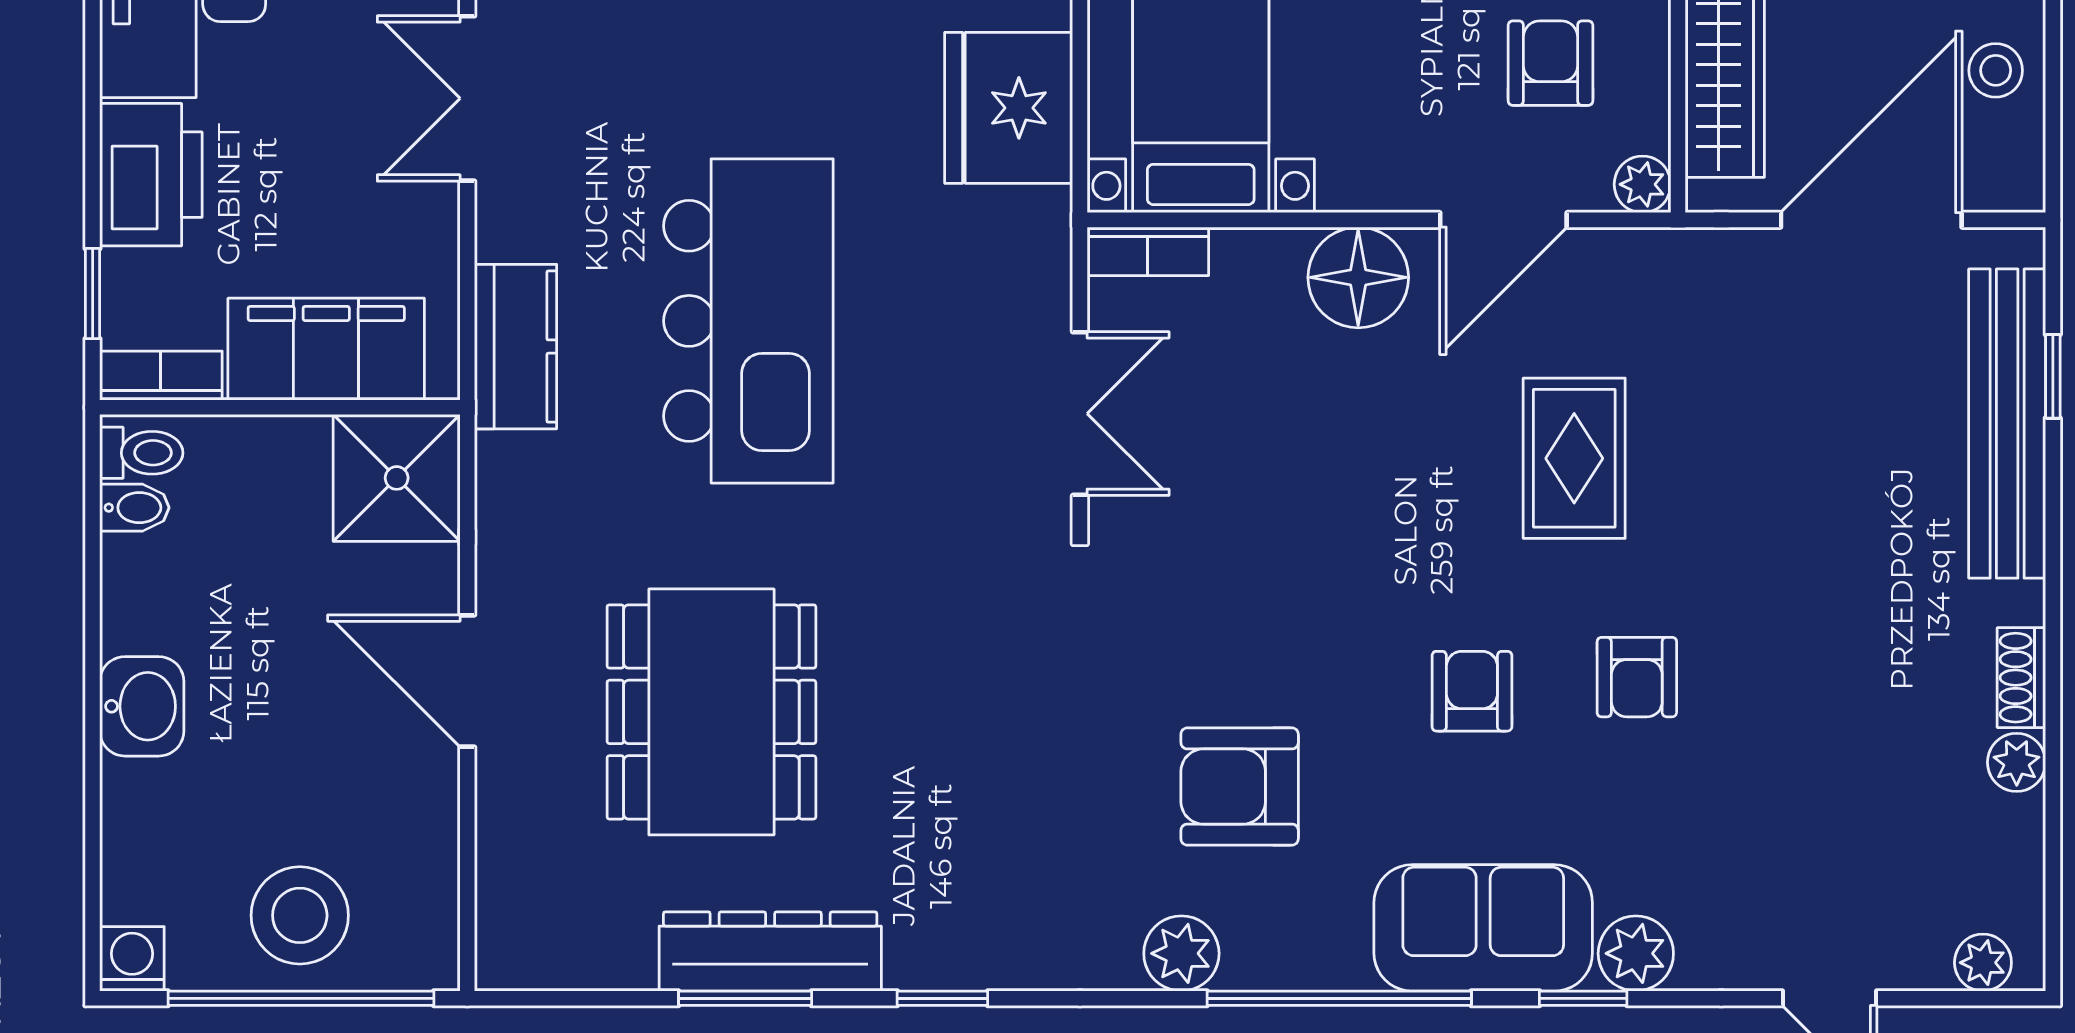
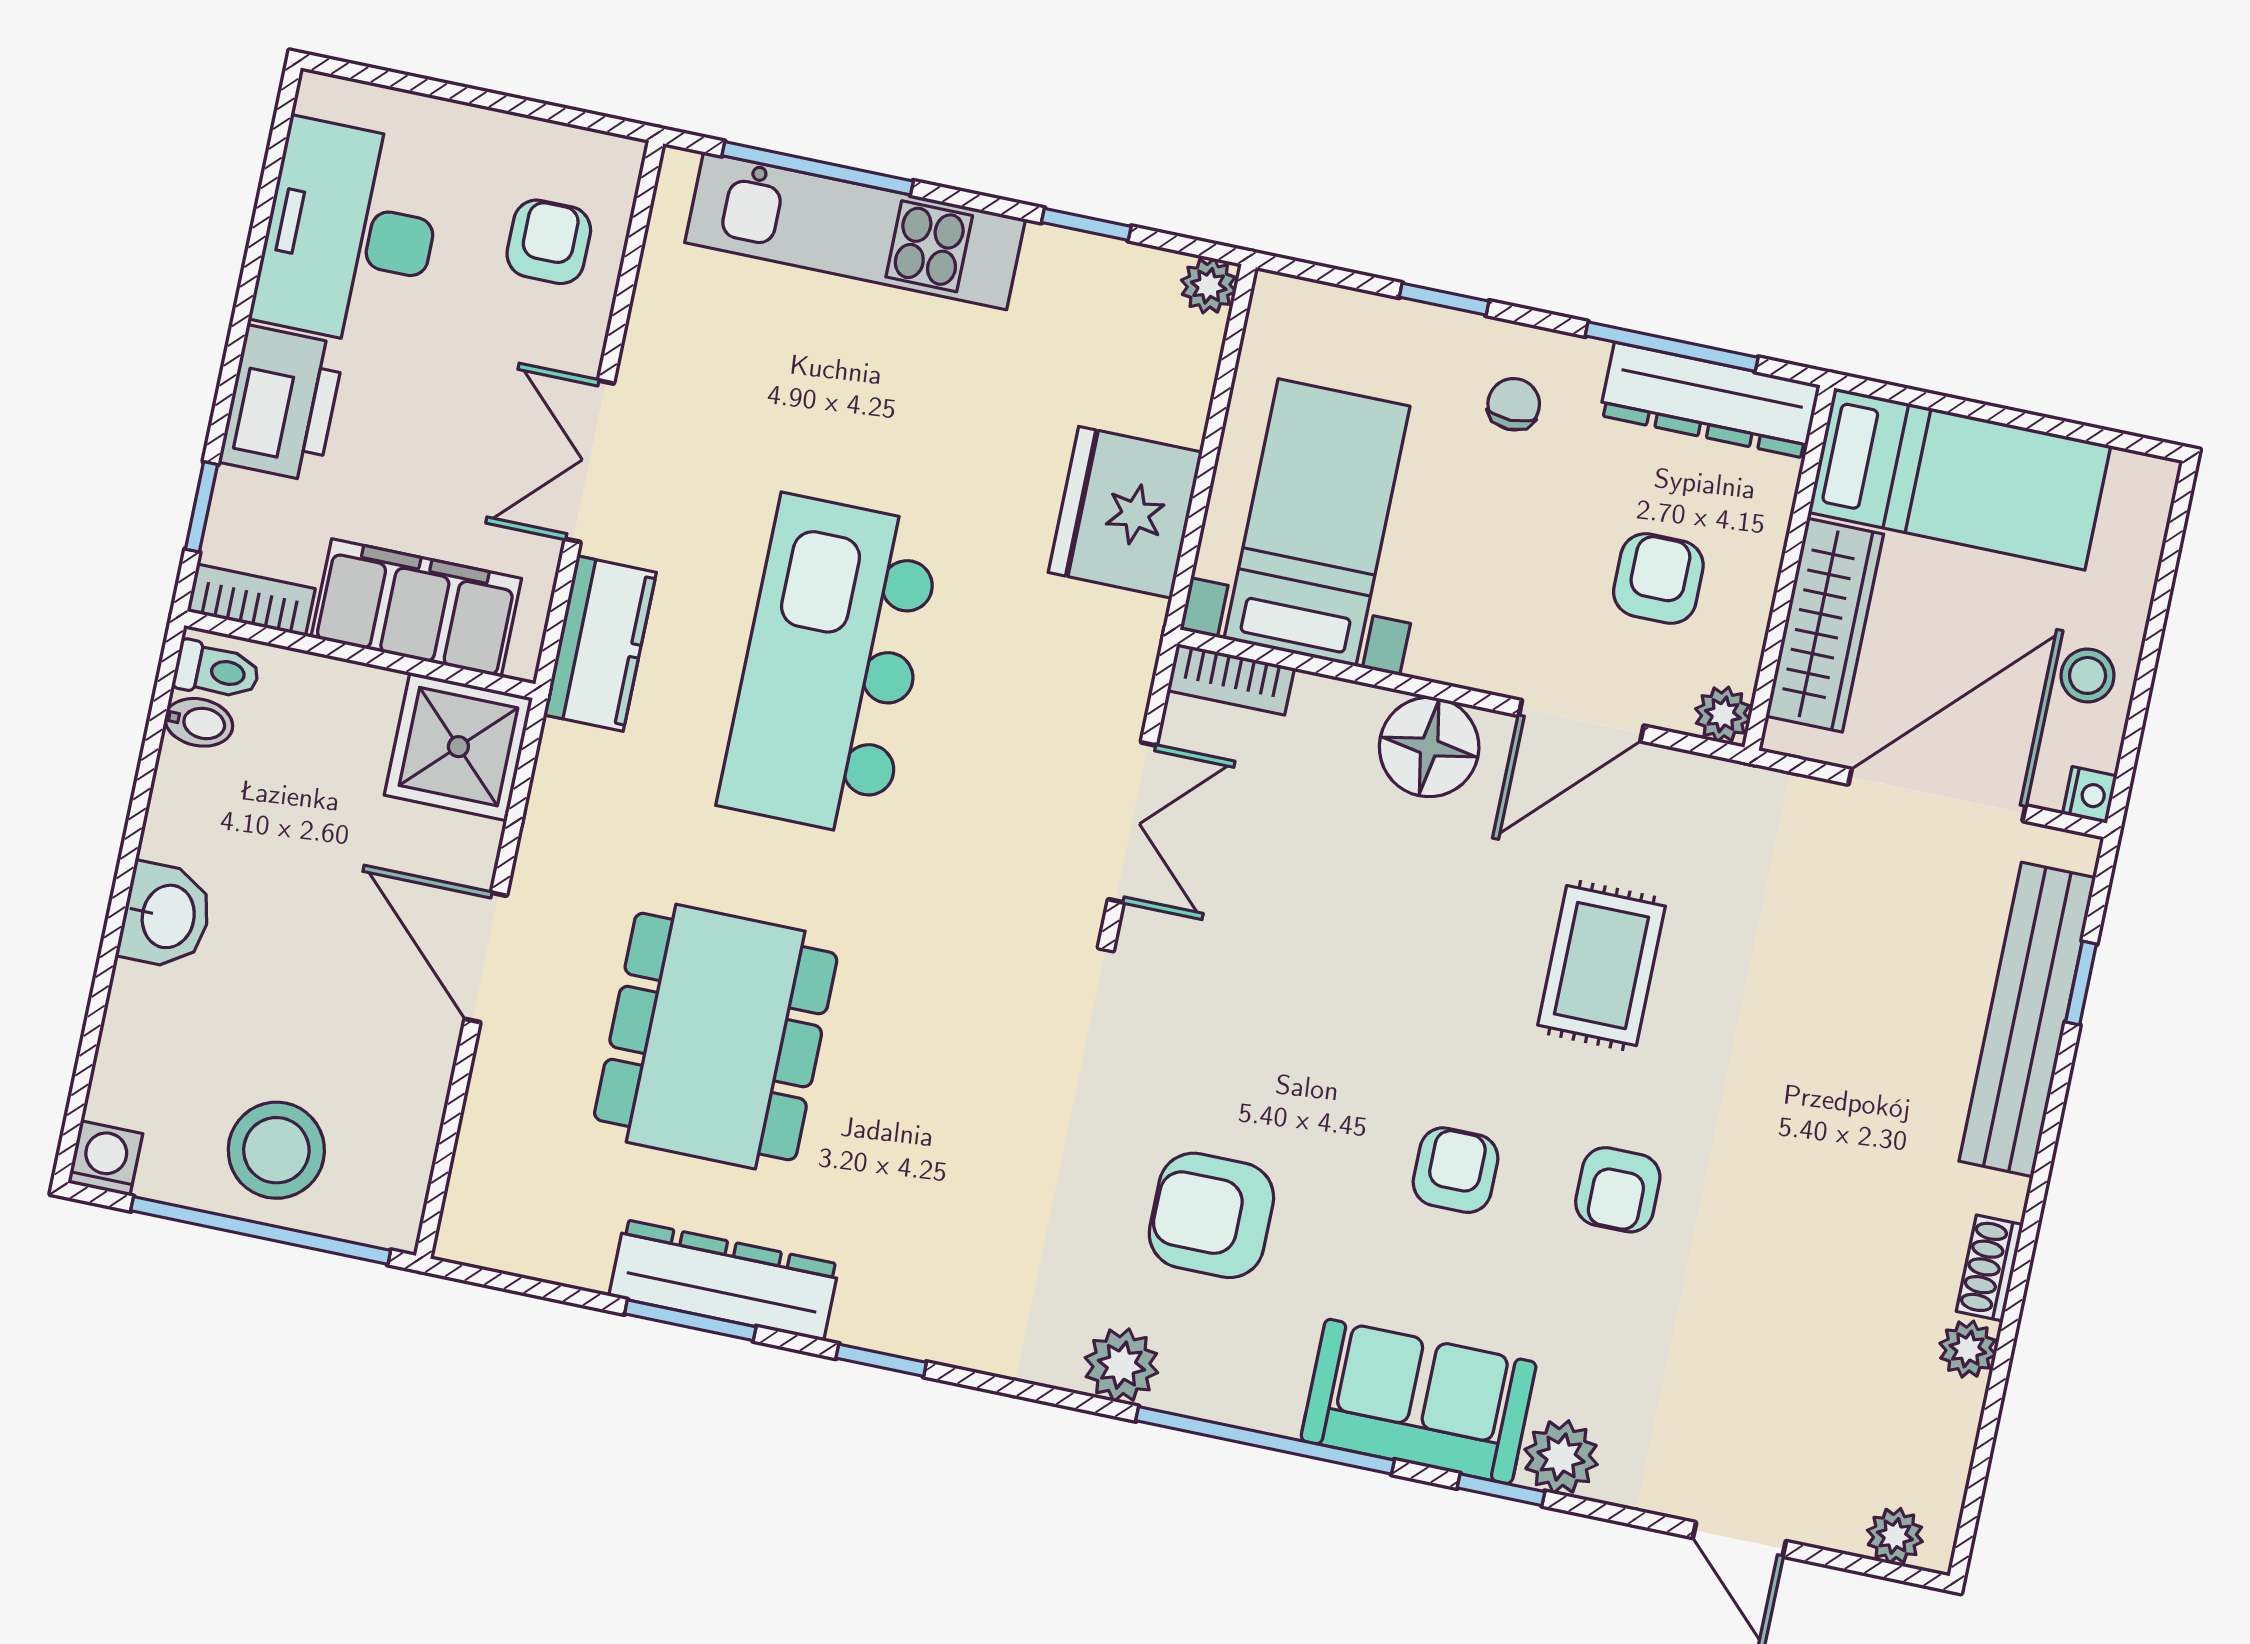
double door: (467, 98) -> (589, 461), moved
nightstand: (2022, 188) -> (2090, 795), added
kitchen island: (748, 321) -> (830, 666), turned 180

